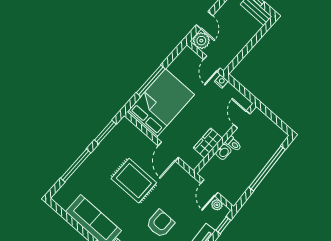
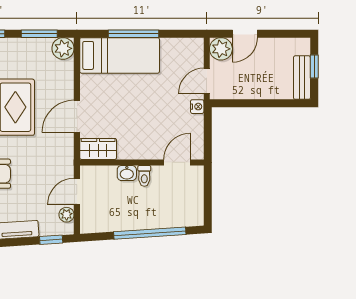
bed: (161, 103) -> (120, 55), width x0.67
plant: (125, 126) -> (63, 48), added
wardrobe: (208, 143) -> (98, 149), moved

